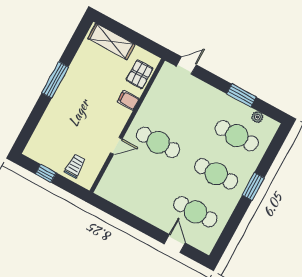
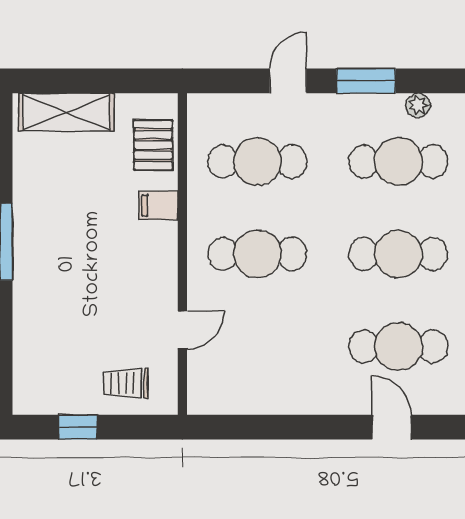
door: (186, 66) -> (288, 81), moved
cafe table: (179, 104) -> (257, 161), added
door: (116, 146) -> (182, 330), moved
trolley: (75, 166) -> (125, 383), turned -90

